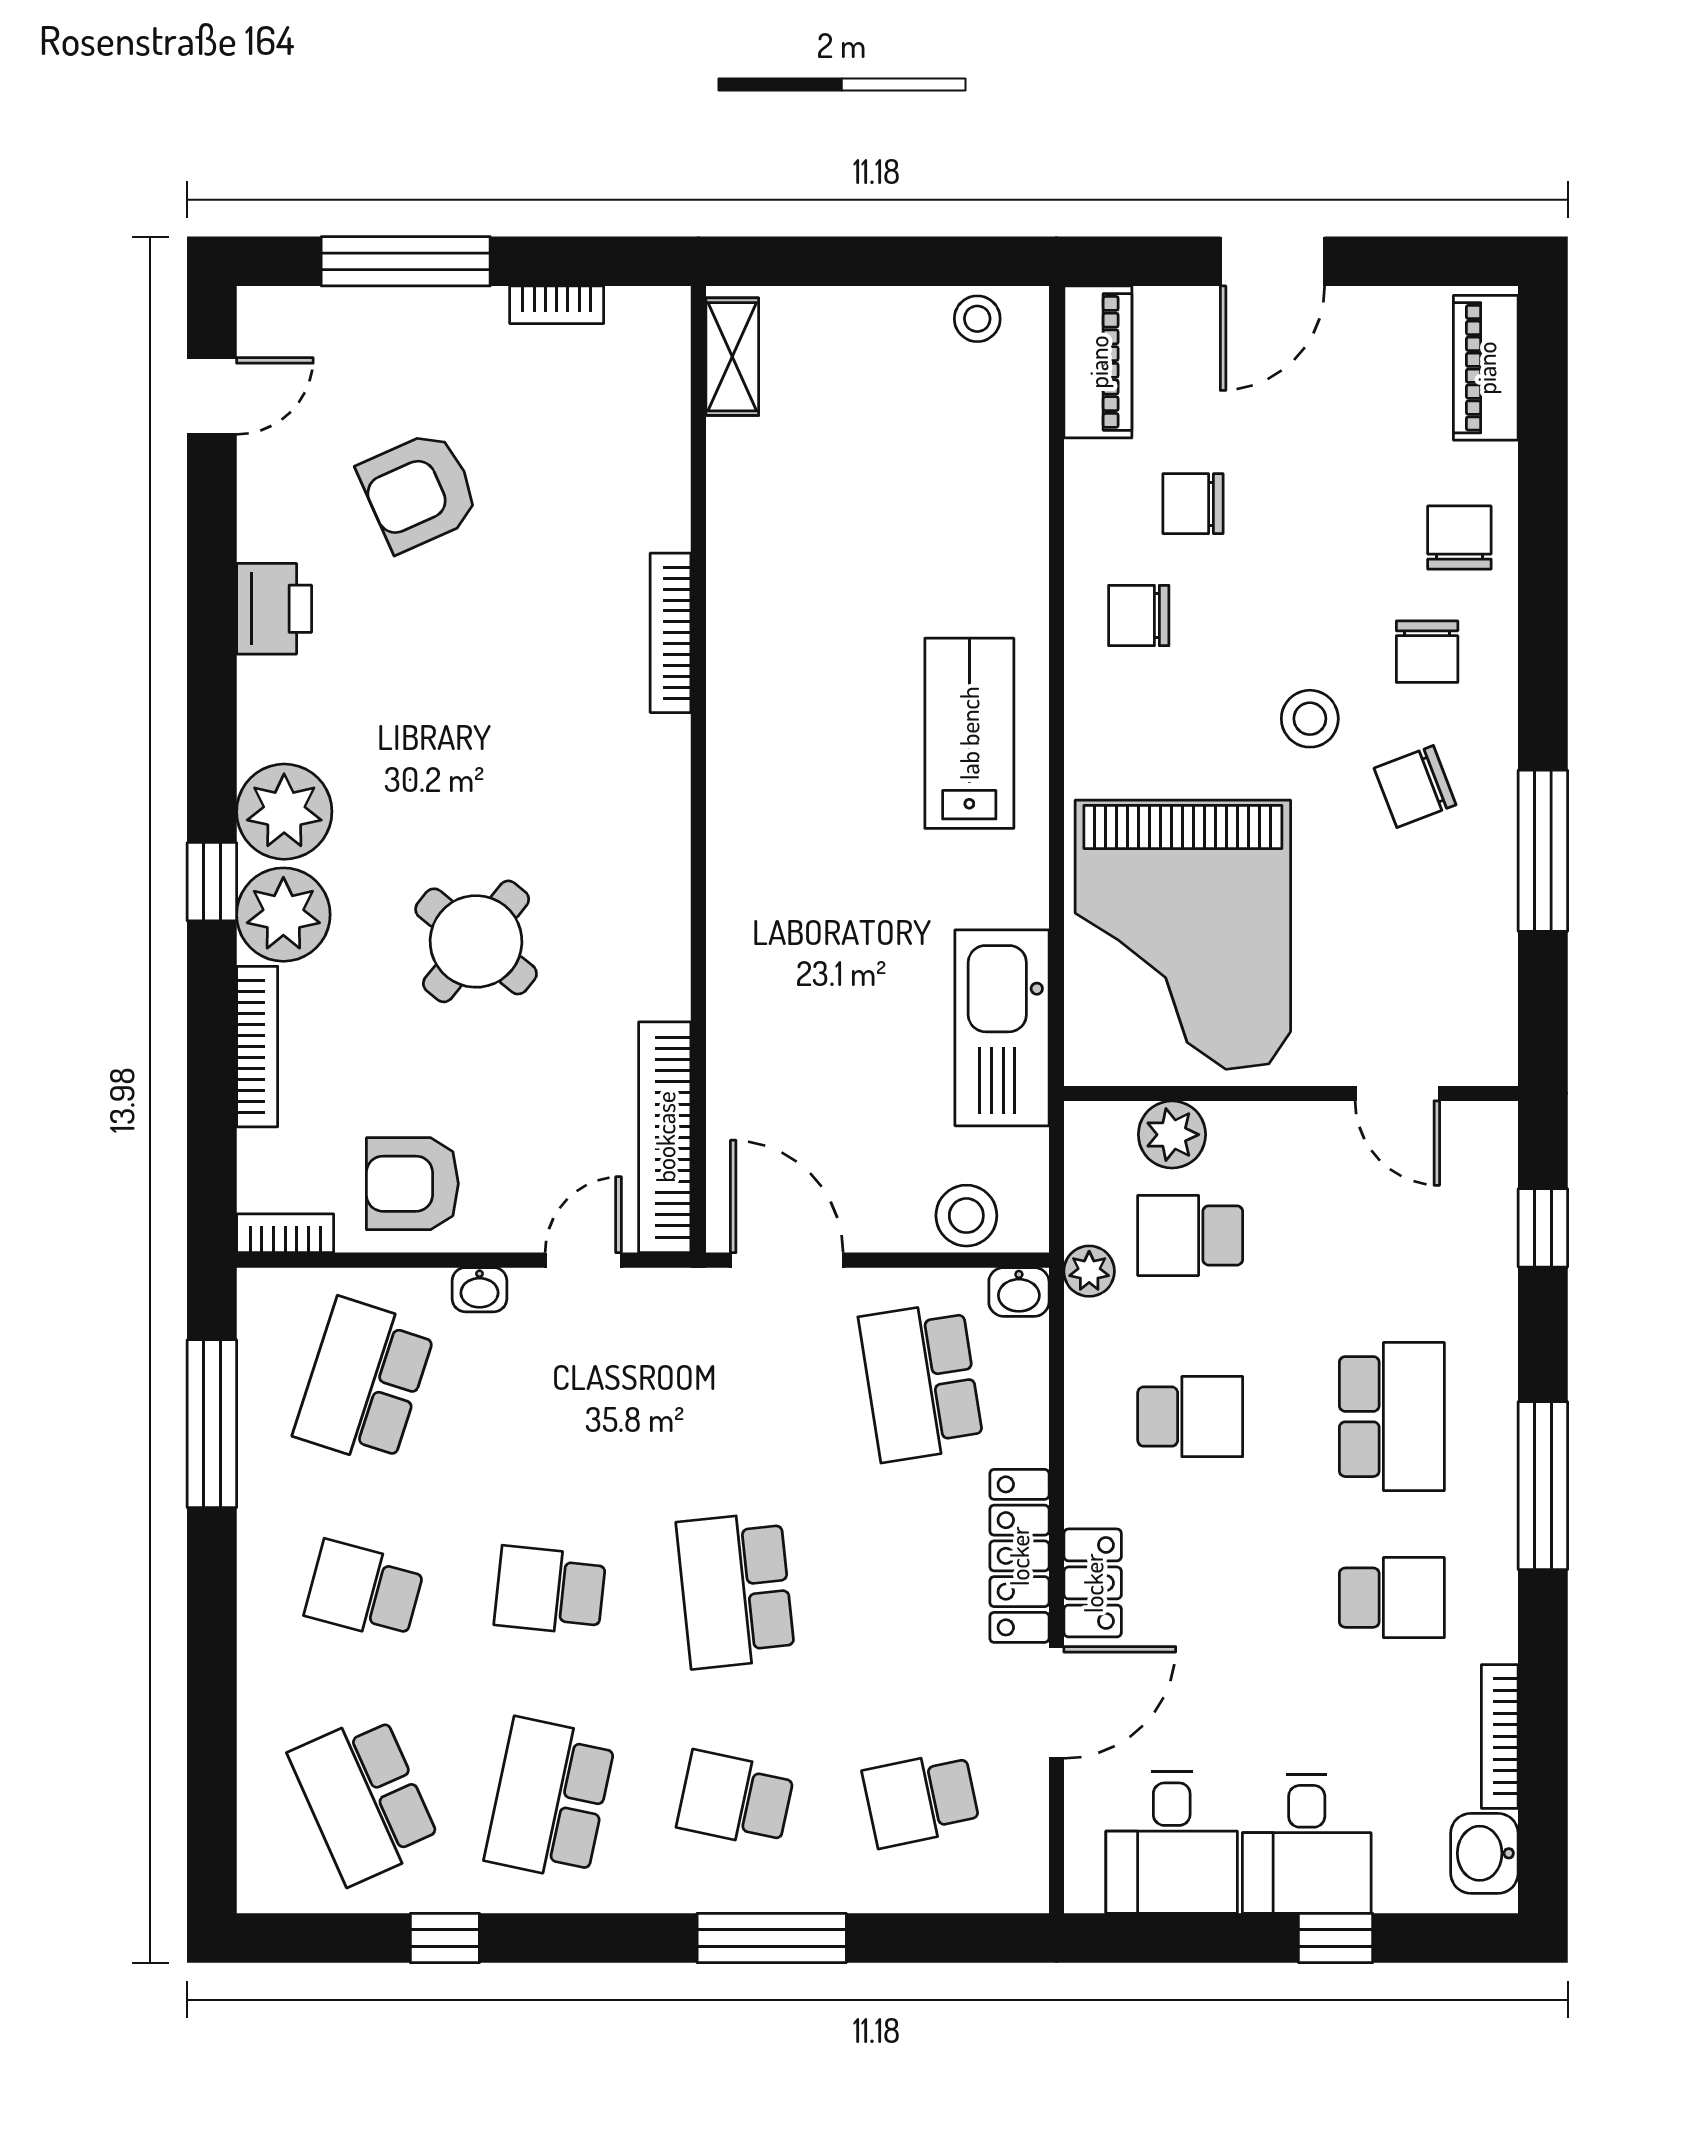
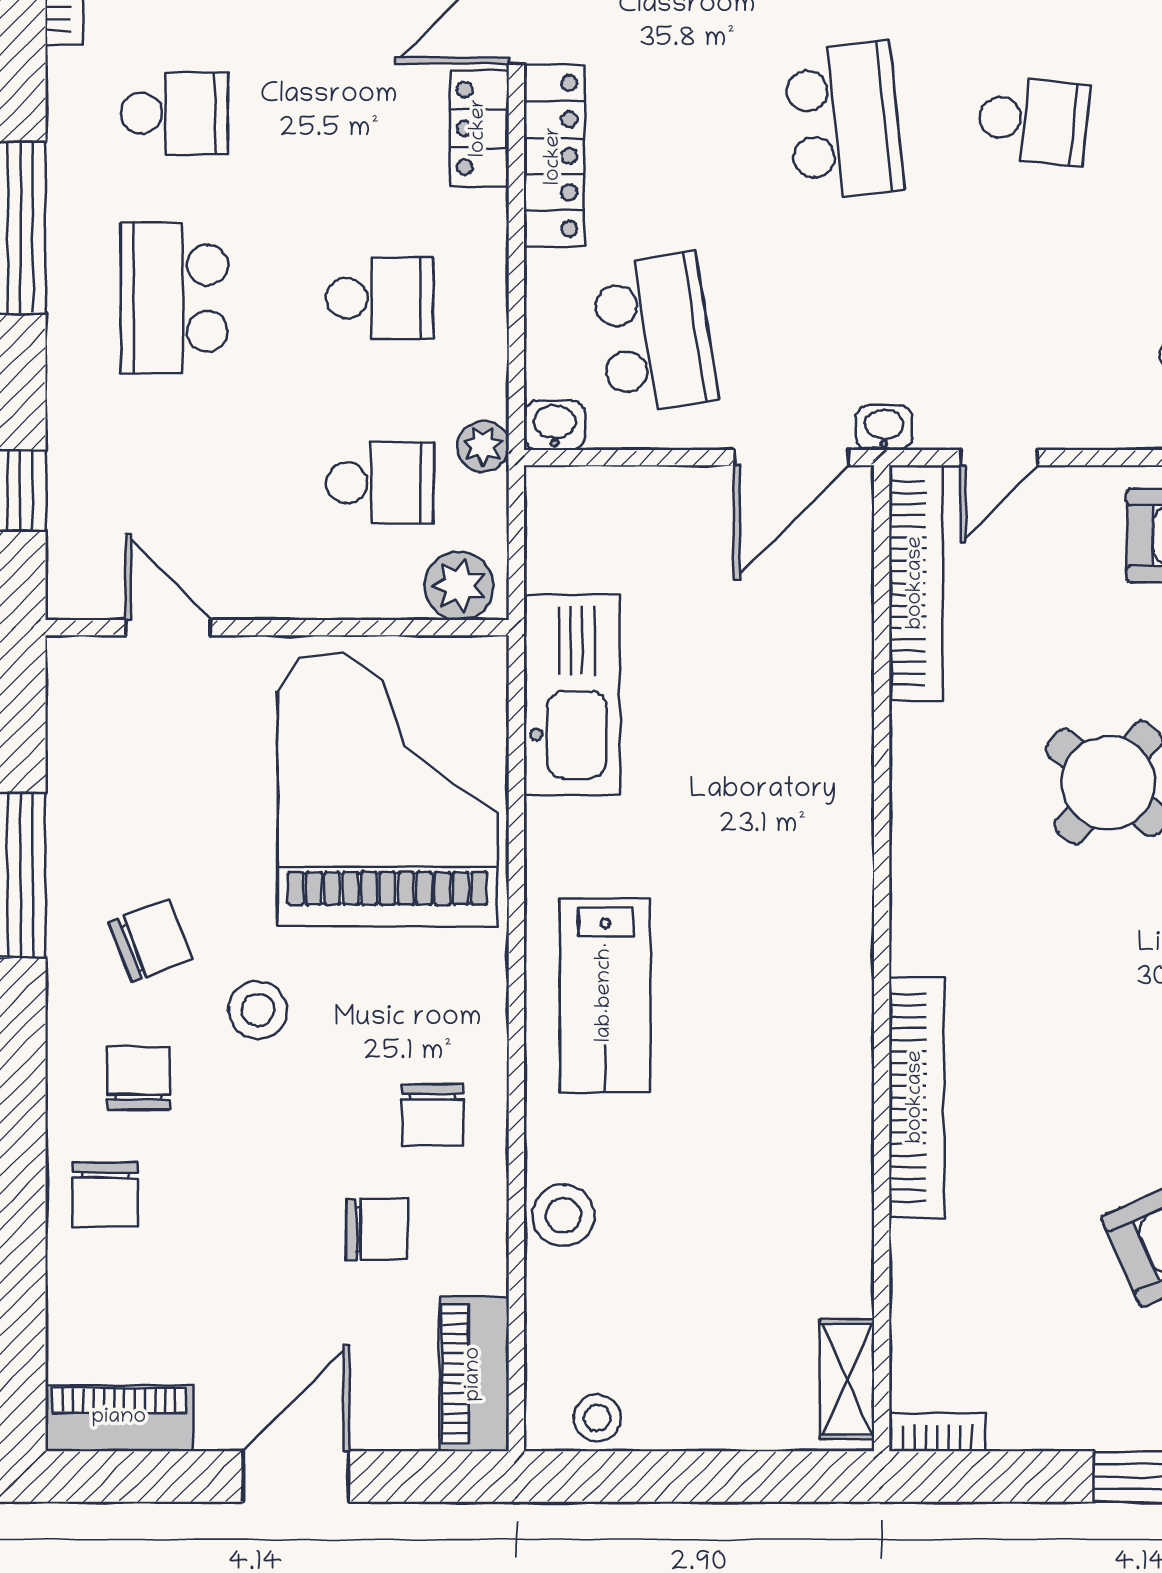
bookcase: (557, 305) -> (938, 1432), moved
piano: (1486, 368) -> (119, 1418), moved, turned -90
chair: (1139, 615) -> (432, 1115), turned 90
bookcase: (671, 633) -> (916, 1097), width x1.48, depth x1.31
plant: (1172, 1135) -> (459, 586), moved
stool: (966, 1216) -> (563, 1215), moved
door: (787, 1260) -> (791, 458), hinge flipped
washbasin: (479, 1290) -> (884, 427), moved
school desk: (1190, 1417) -> (380, 298), turned 180
school desk: (1392, 1598) -> (174, 113), turned 180

